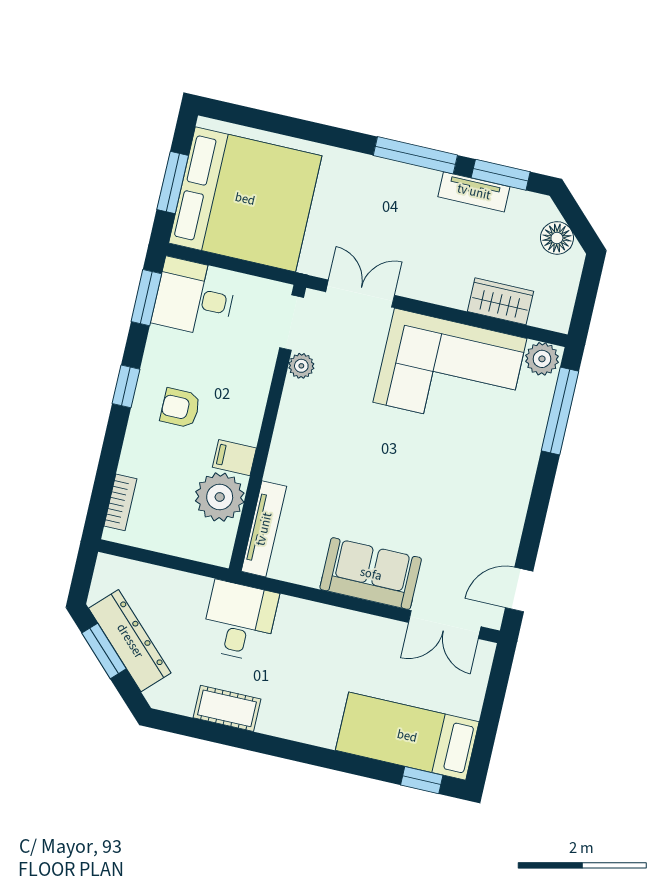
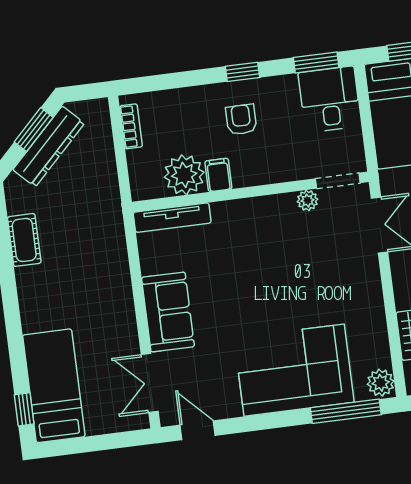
corner sofa: (450, 370) -> (294, 370), moved, turned 90
bookcase: (120, 502) -> (131, 126), moved, turned -90
desk: (240, 621) -> (95, 225), removed

